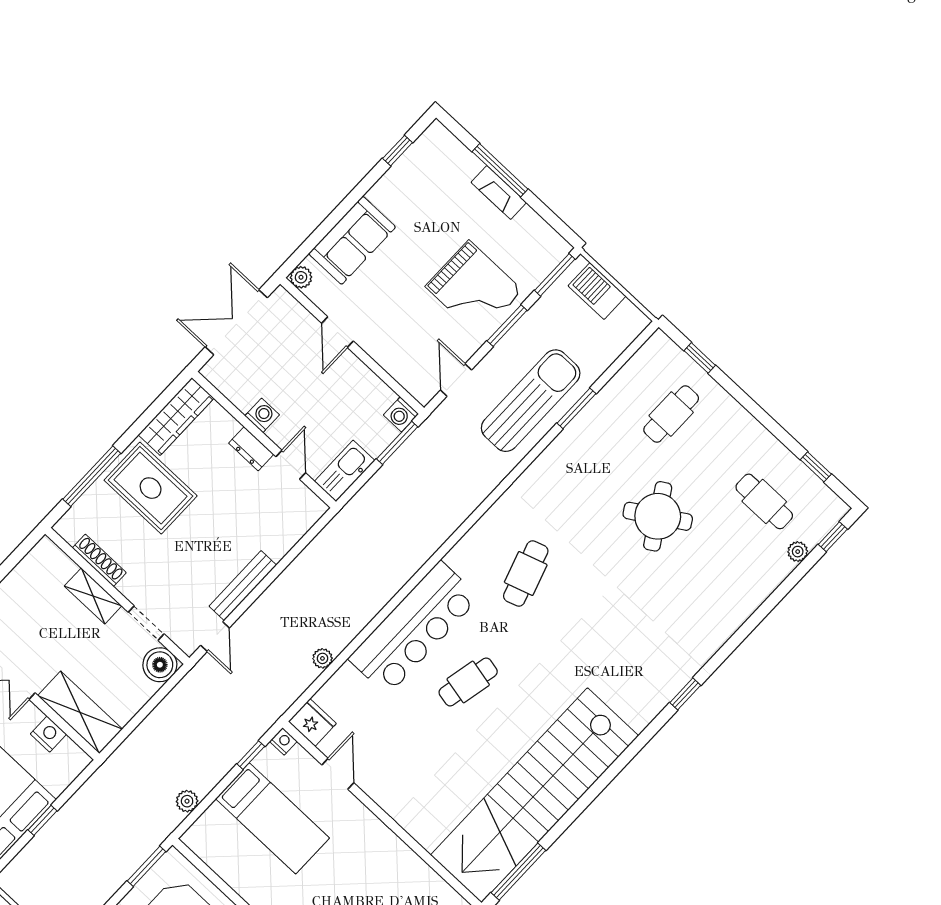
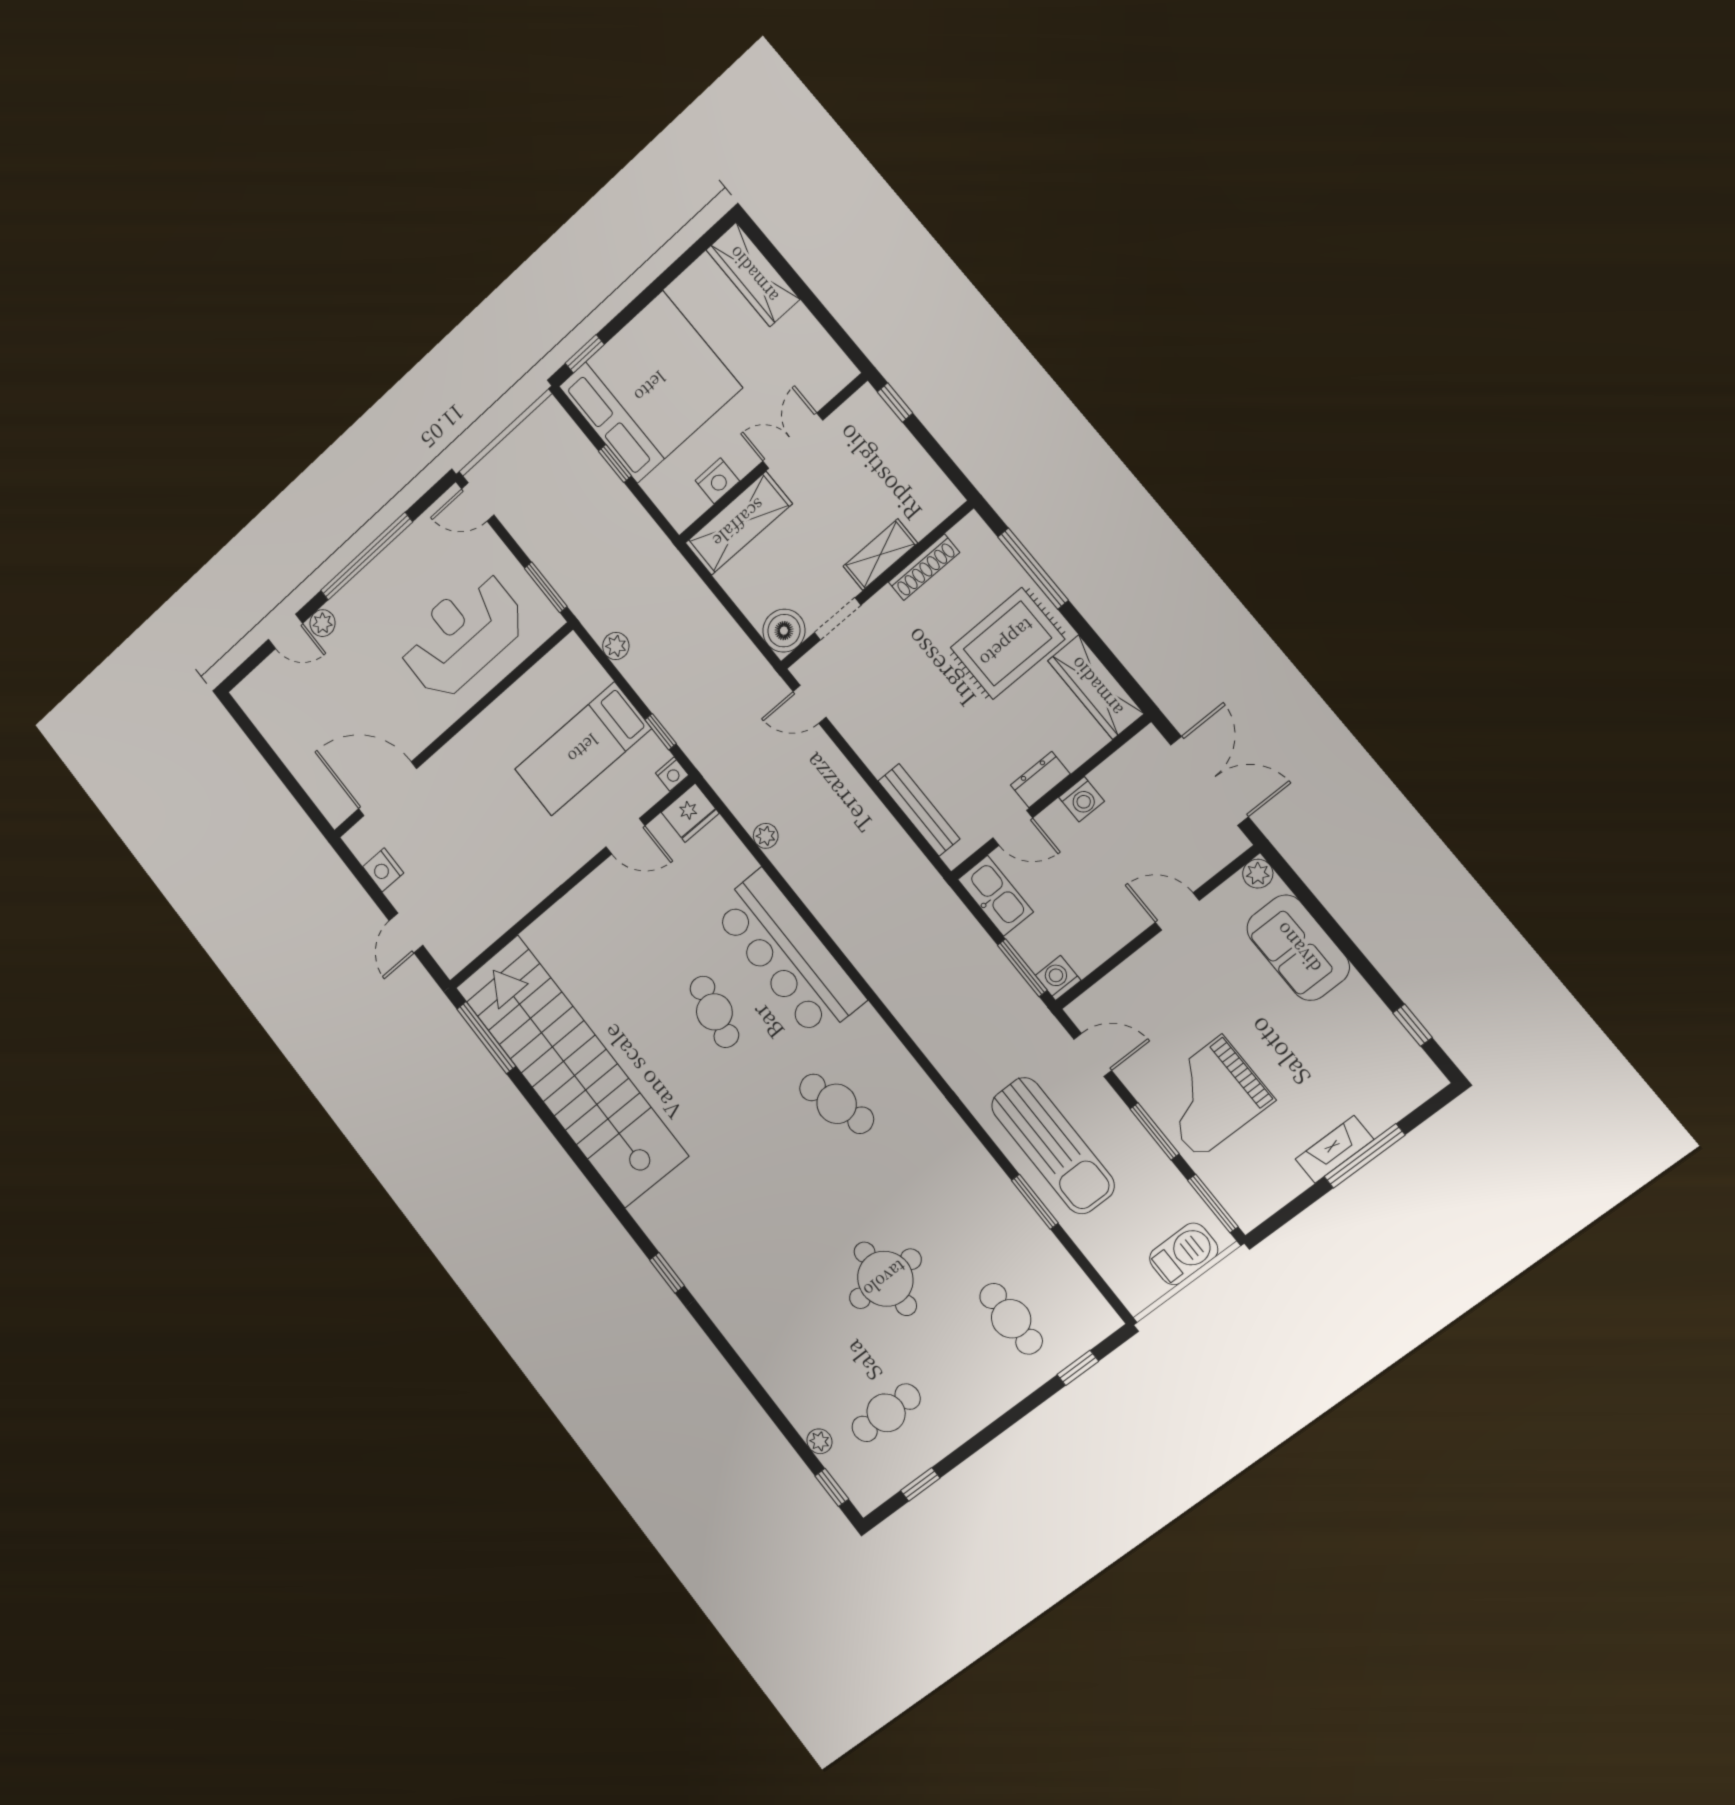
round table: (658, 516) -> (885, 1279), turned 32
bench: (243, 586) -> (919, 810), moved

